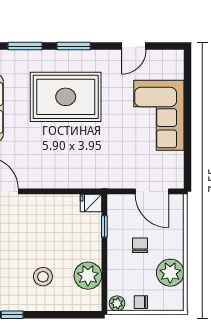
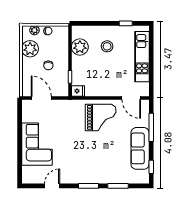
rug: (66, 97) -> (93, 155), removed
grand piano: (54, 159) -> (101, 117), added
plant: (117, 303) -> (34, 30), moved

